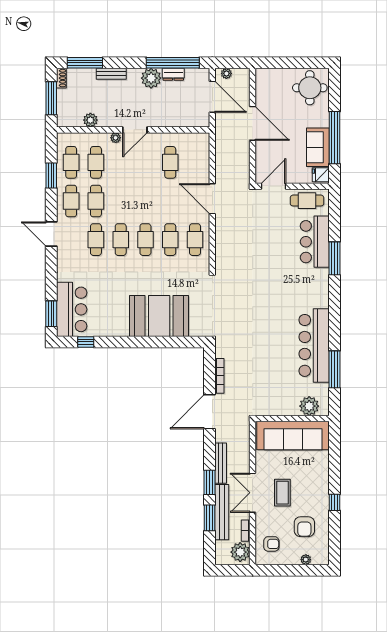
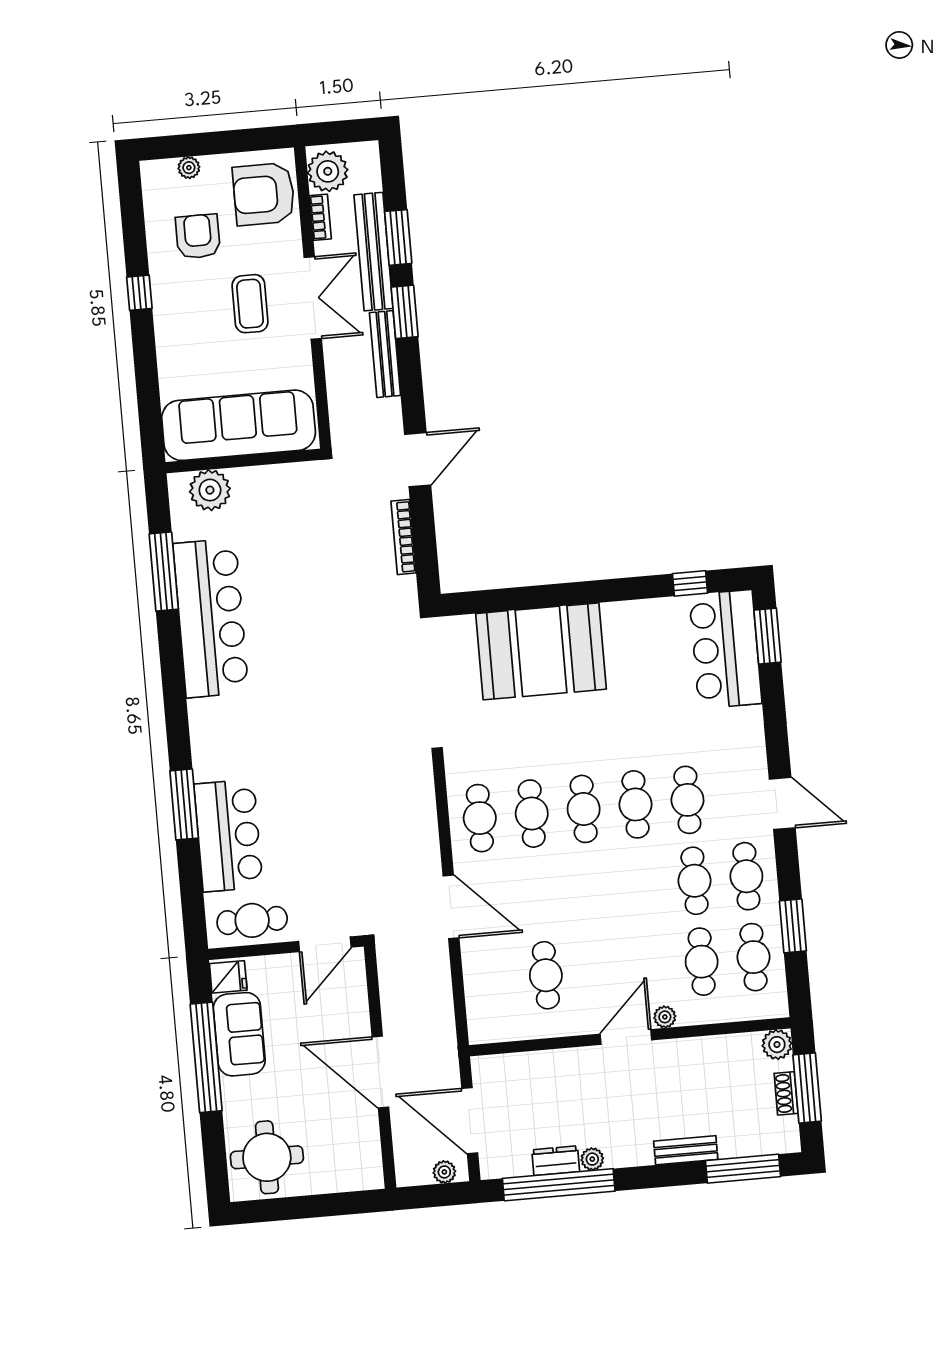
shoe rack: (61, 78) -> (786, 1093), moved
plant: (151, 78) -> (592, 1159), width x0.53, depth x0.53
plant: (90, 120) -> (777, 1045), moved
door: (210, 412) -> (418, 460), width x0.73
armchair: (271, 544) -> (264, 194), width x1.88, depth x1.88

